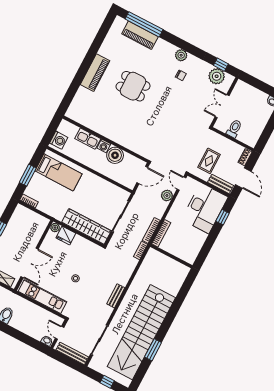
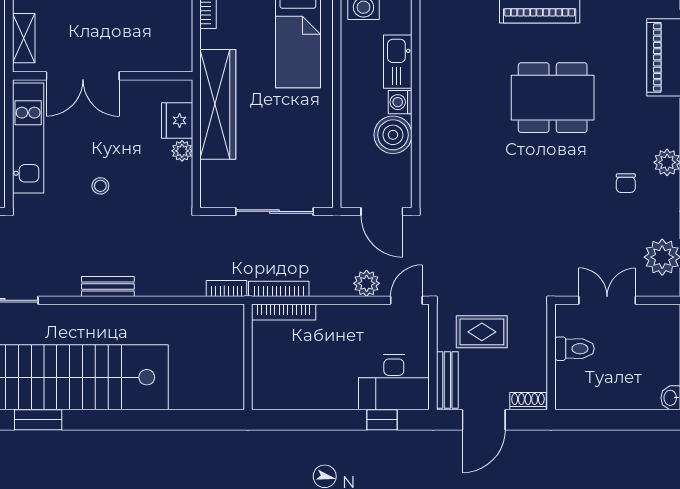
dining table: (133, 86) -> (553, 98), width x1.38
desk: (205, 208) -> (394, 382), width x0.73, depth x0.77
wardrobe: (86, 226) -> (218, 104), moved
plant: (55, 228) -> (182, 151), moved

